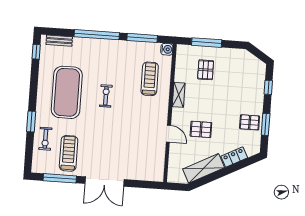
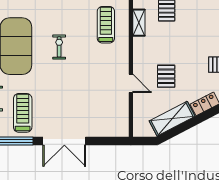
shelving: (179, 95) -> (139, 23), moved
pallet: (201, 129) -> (166, 76), turned 90

